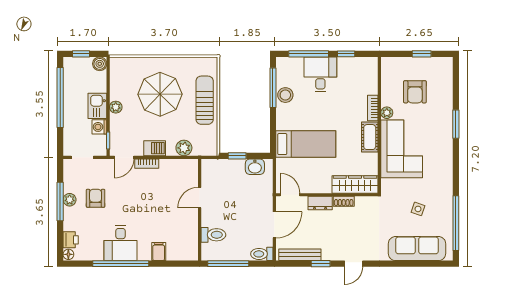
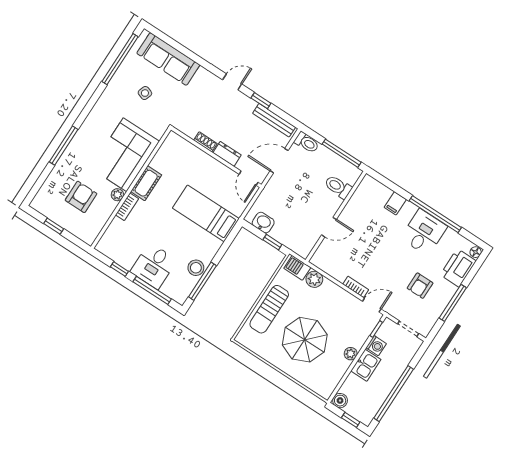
window: (456, 124) -> (64, 146), width x1.44
barbecue: (155, 148) -> (297, 268), moved
wardrobe: (355, 184) -> (186, 150), removed
plant: (70, 200) -> (444, 299), removed
printer: (71, 240) -> (458, 268), width x1.87, depth x1.48

